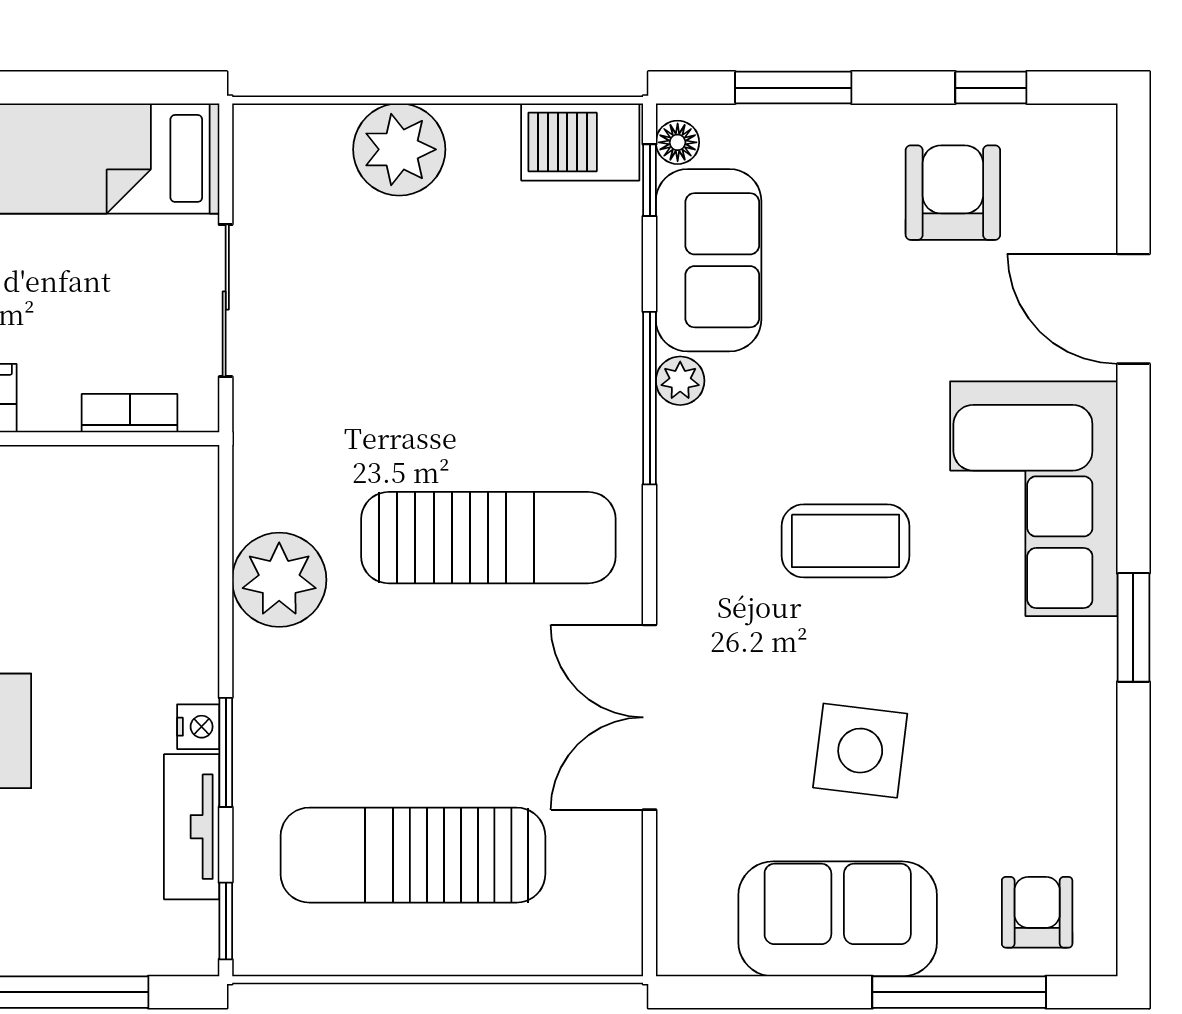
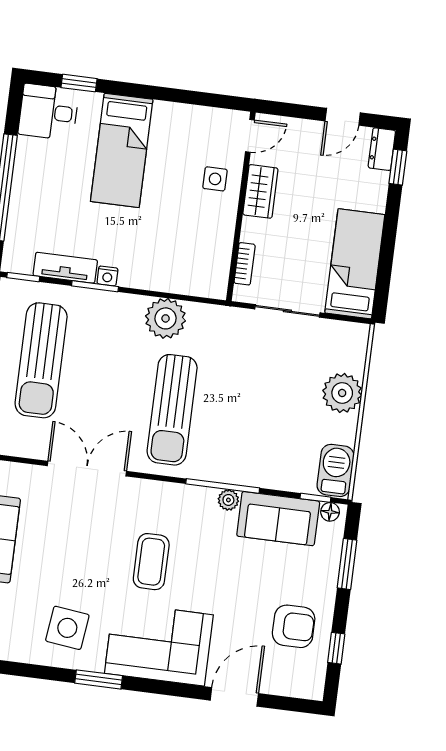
side table: (860, 751) -> (67, 628), moved
sun lounger: (413, 855) -> (41, 360), turned 180

